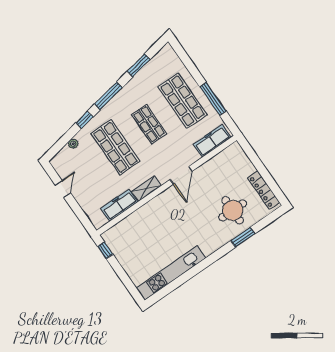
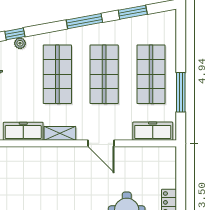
window: (84, 120) -> (15, 34), moved
shop shelf: (149, 124) -> (104, 74), width x1.43, depth x1.36
door: (181, 175) -> (101, 143), hinge flipped

